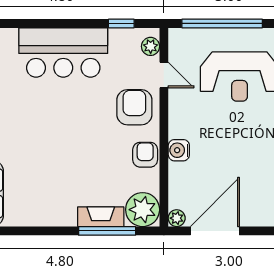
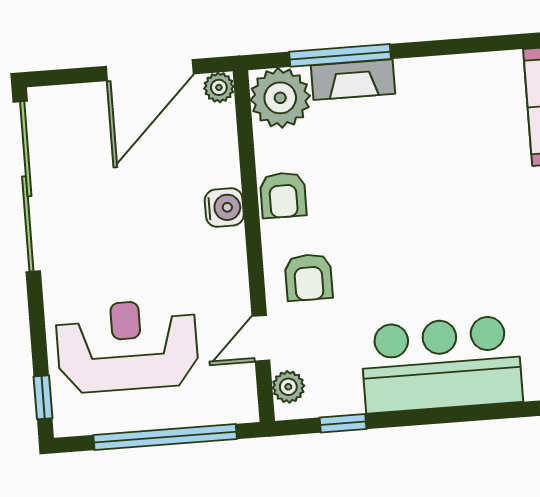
door: (164, 75) -> (261, 338), hinge flipped
armchair: (134, 107) -> (309, 277), width x0.72, depth x0.72

